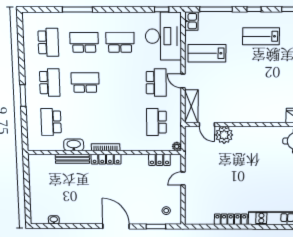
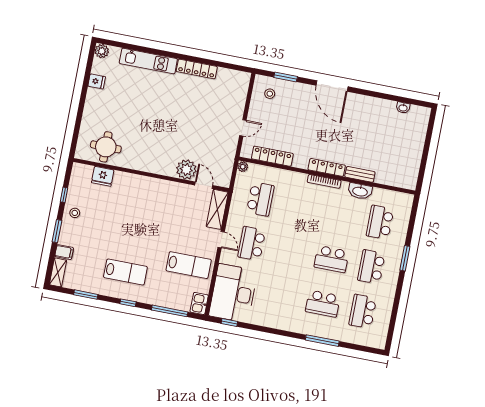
school desk: (120, 42) -> (283, 296), removed
school desk: (51, 122) -> (380, 222), turned 180
bench: (72, 159) -> (360, 174), width x0.73
locker: (159, 160) -> (272, 156), width x1.53

